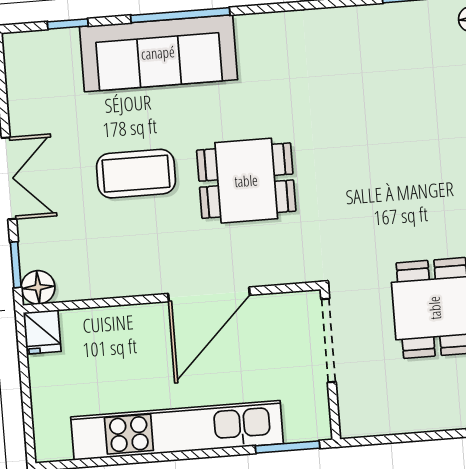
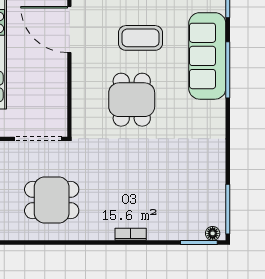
coffee table: (136, 174) -> (140, 38), turned 90
door: (209, 294) -> (69, 29), moved

